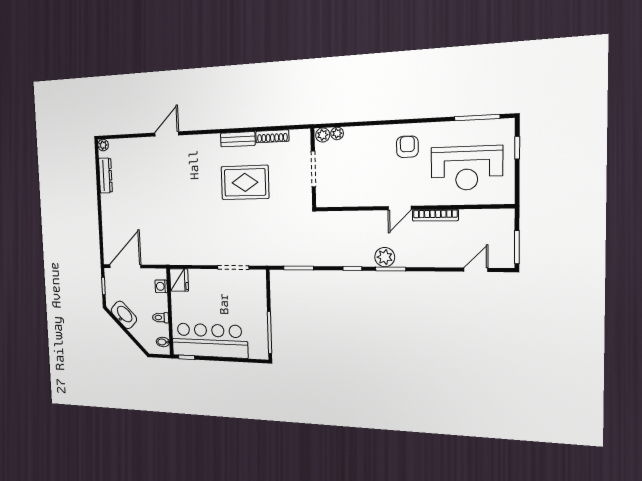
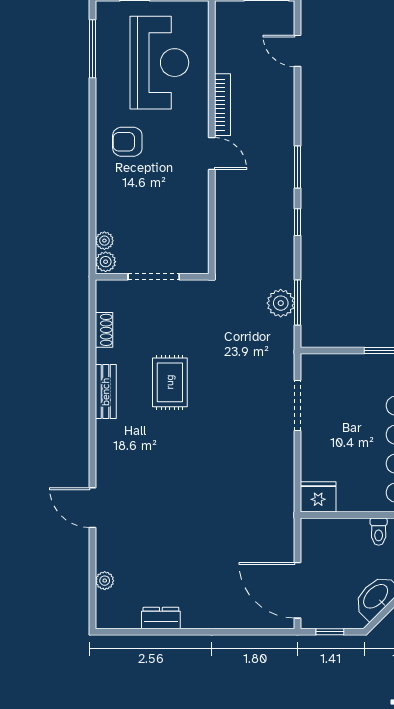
shoe rack: (272, 136) -> (104, 330), width x0.70
plant: (103, 145) -> (105, 581), moved
dresser: (105, 175) -> (161, 618), width x0.70
rug: (245, 182) -> (170, 382), width x0.73, depth x0.70
plant: (385, 257) -> (281, 303), moved
washing machine: (161, 286) -> (329, 528), removed

